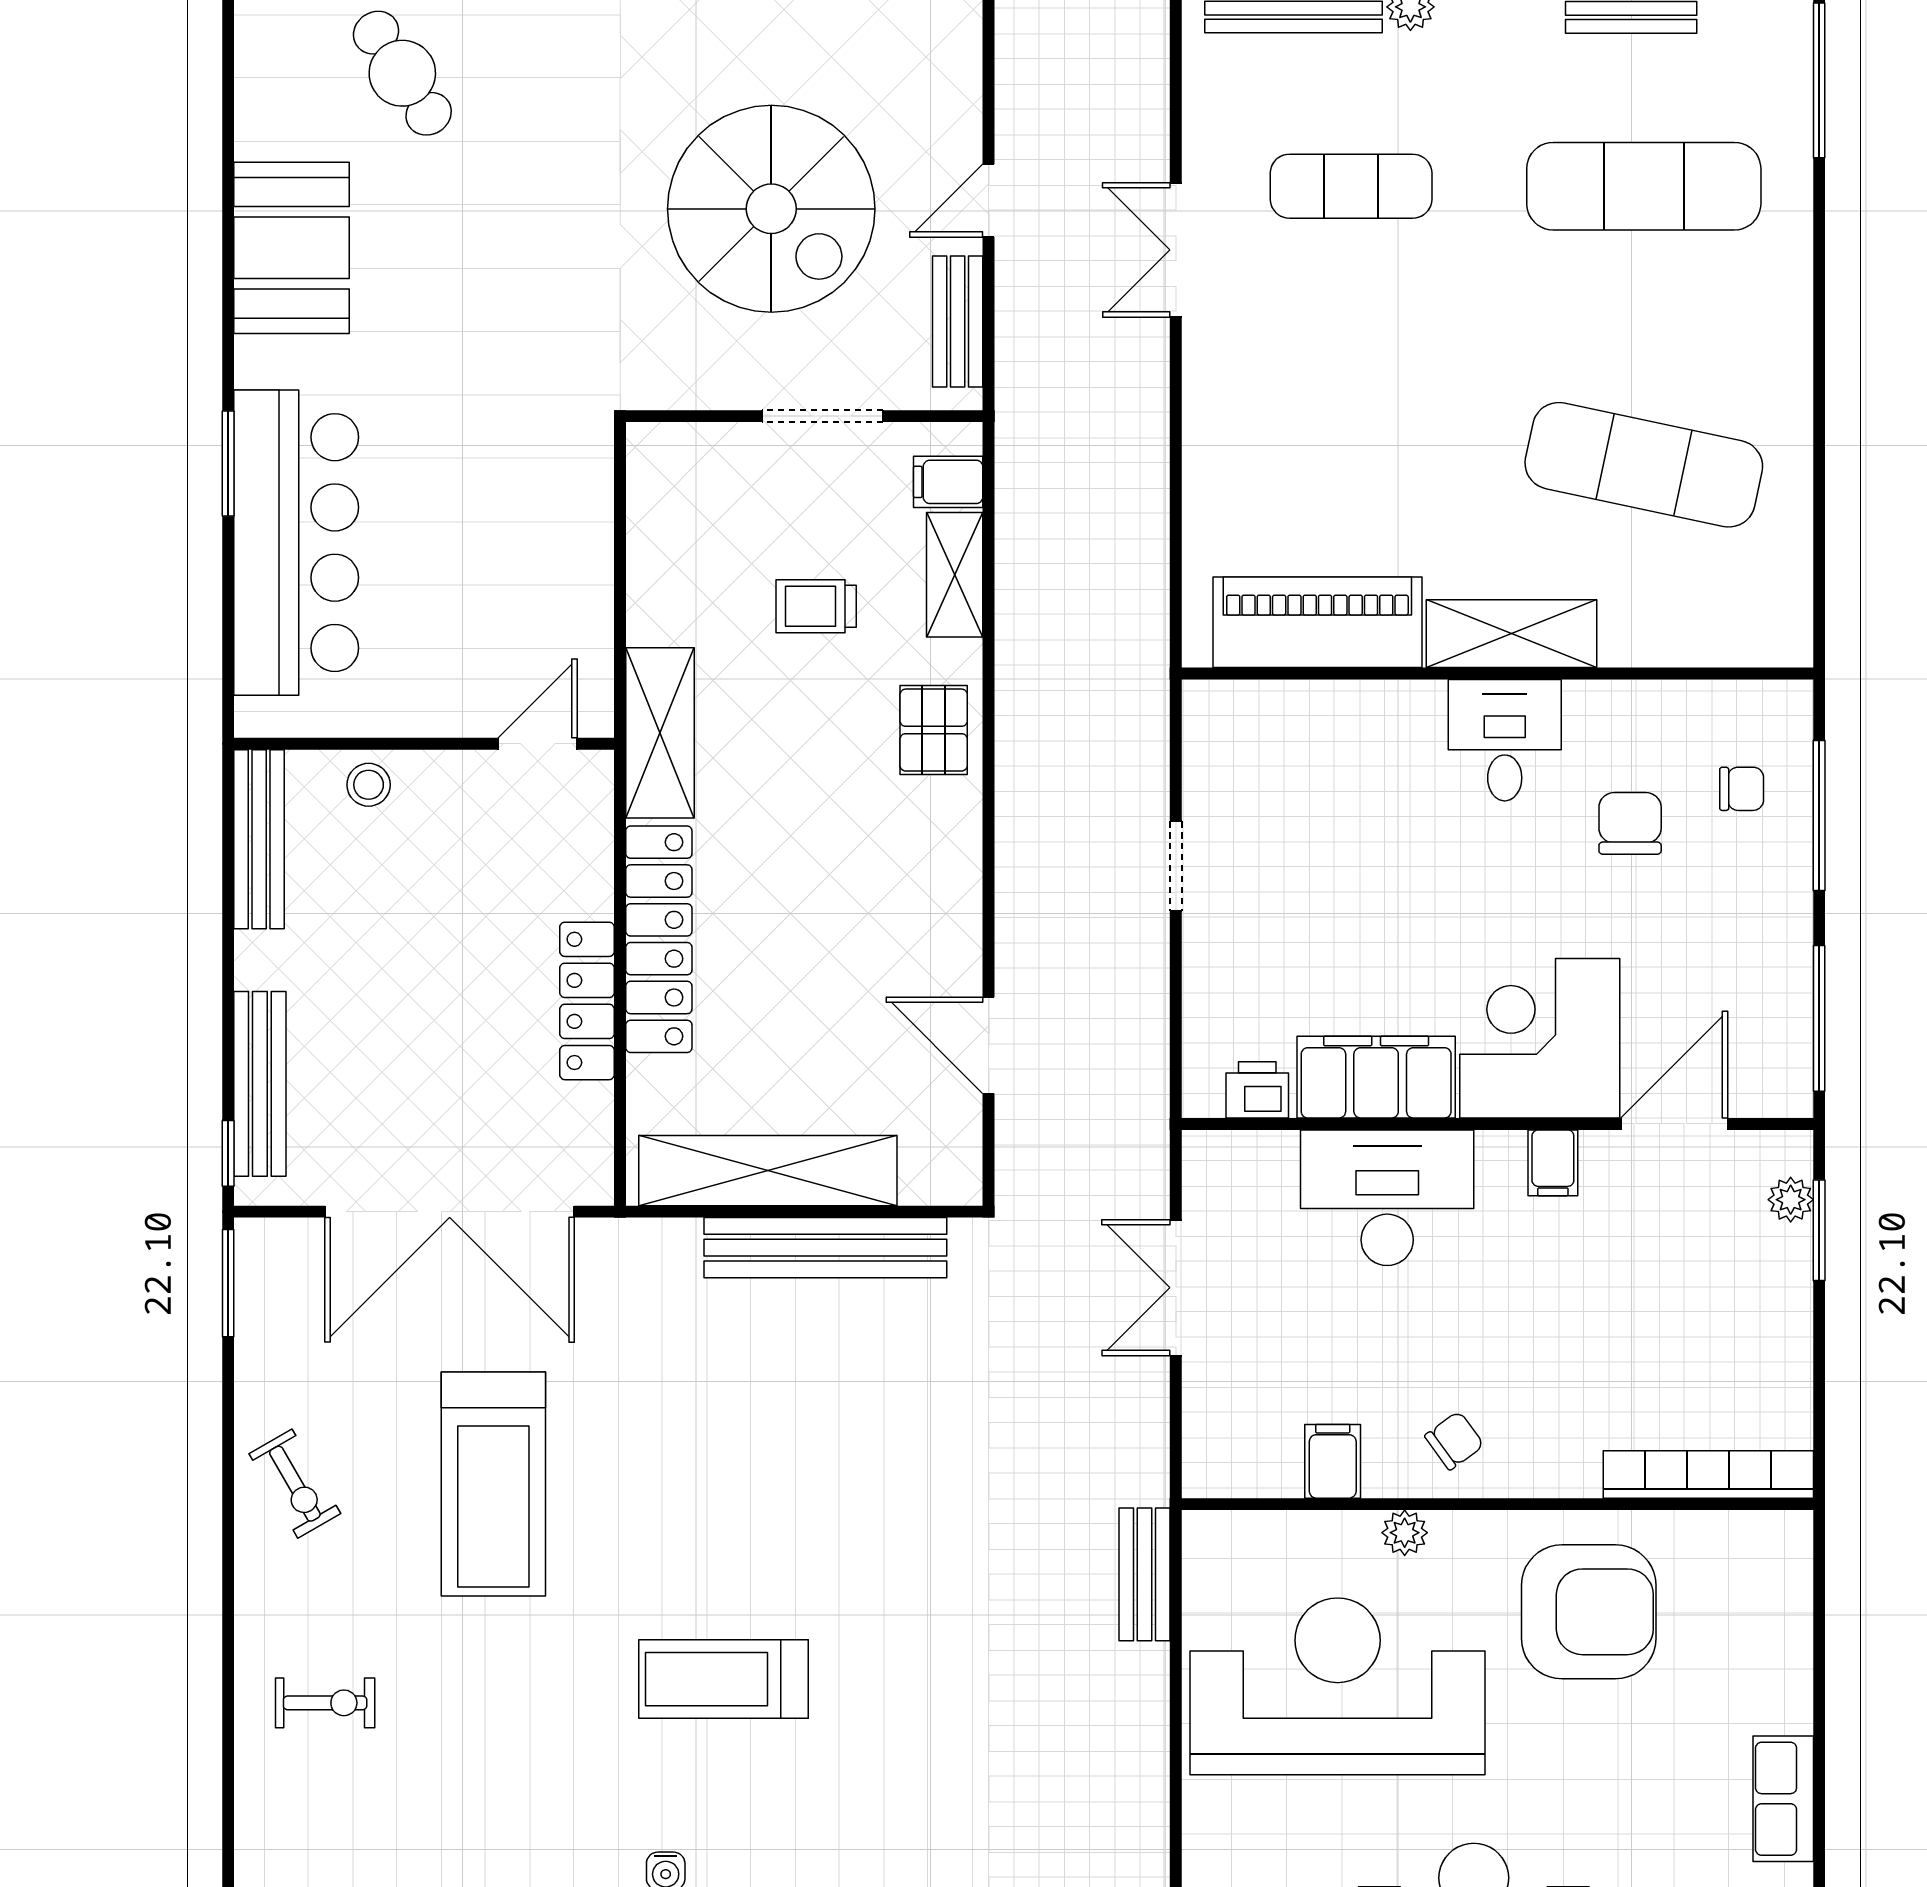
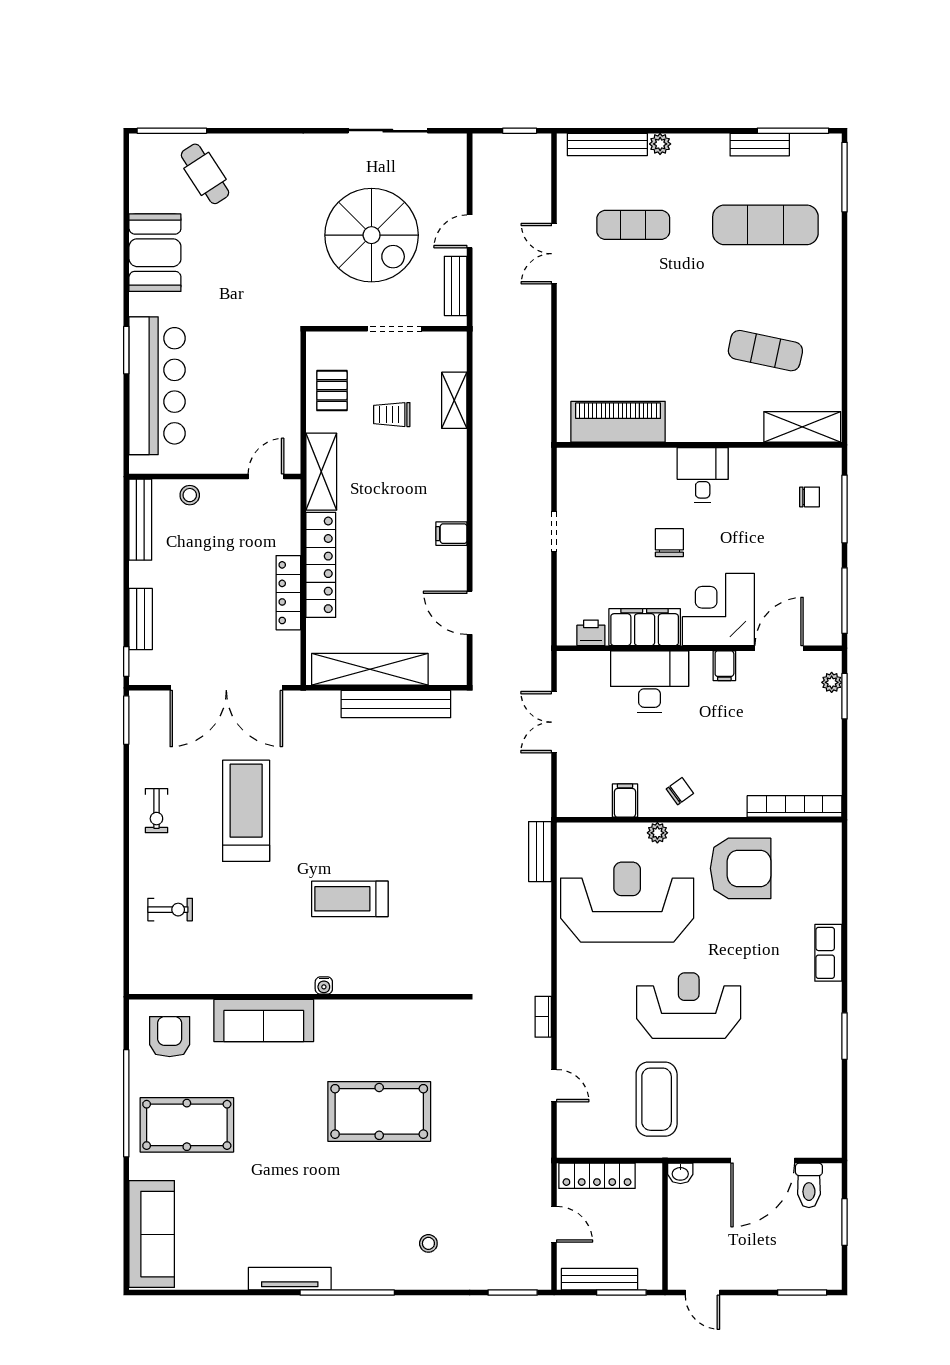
exercise mat: (1644, 465) -> (765, 351), width x0.73, depth x0.69
filing cabinet: (948, 482) -> (451, 534), moved
shelving: (1512, 634) -> (802, 427), moved
pallet: (934, 730) -> (332, 391), moved
chair: (1630, 823) -> (669, 543), moved
bench: (260, 1084) -> (141, 619), width x0.73
exercise bike: (295, 1484) -> (156, 811), turned 30
treadmill: (493, 1484) -> (246, 811), turned 180

